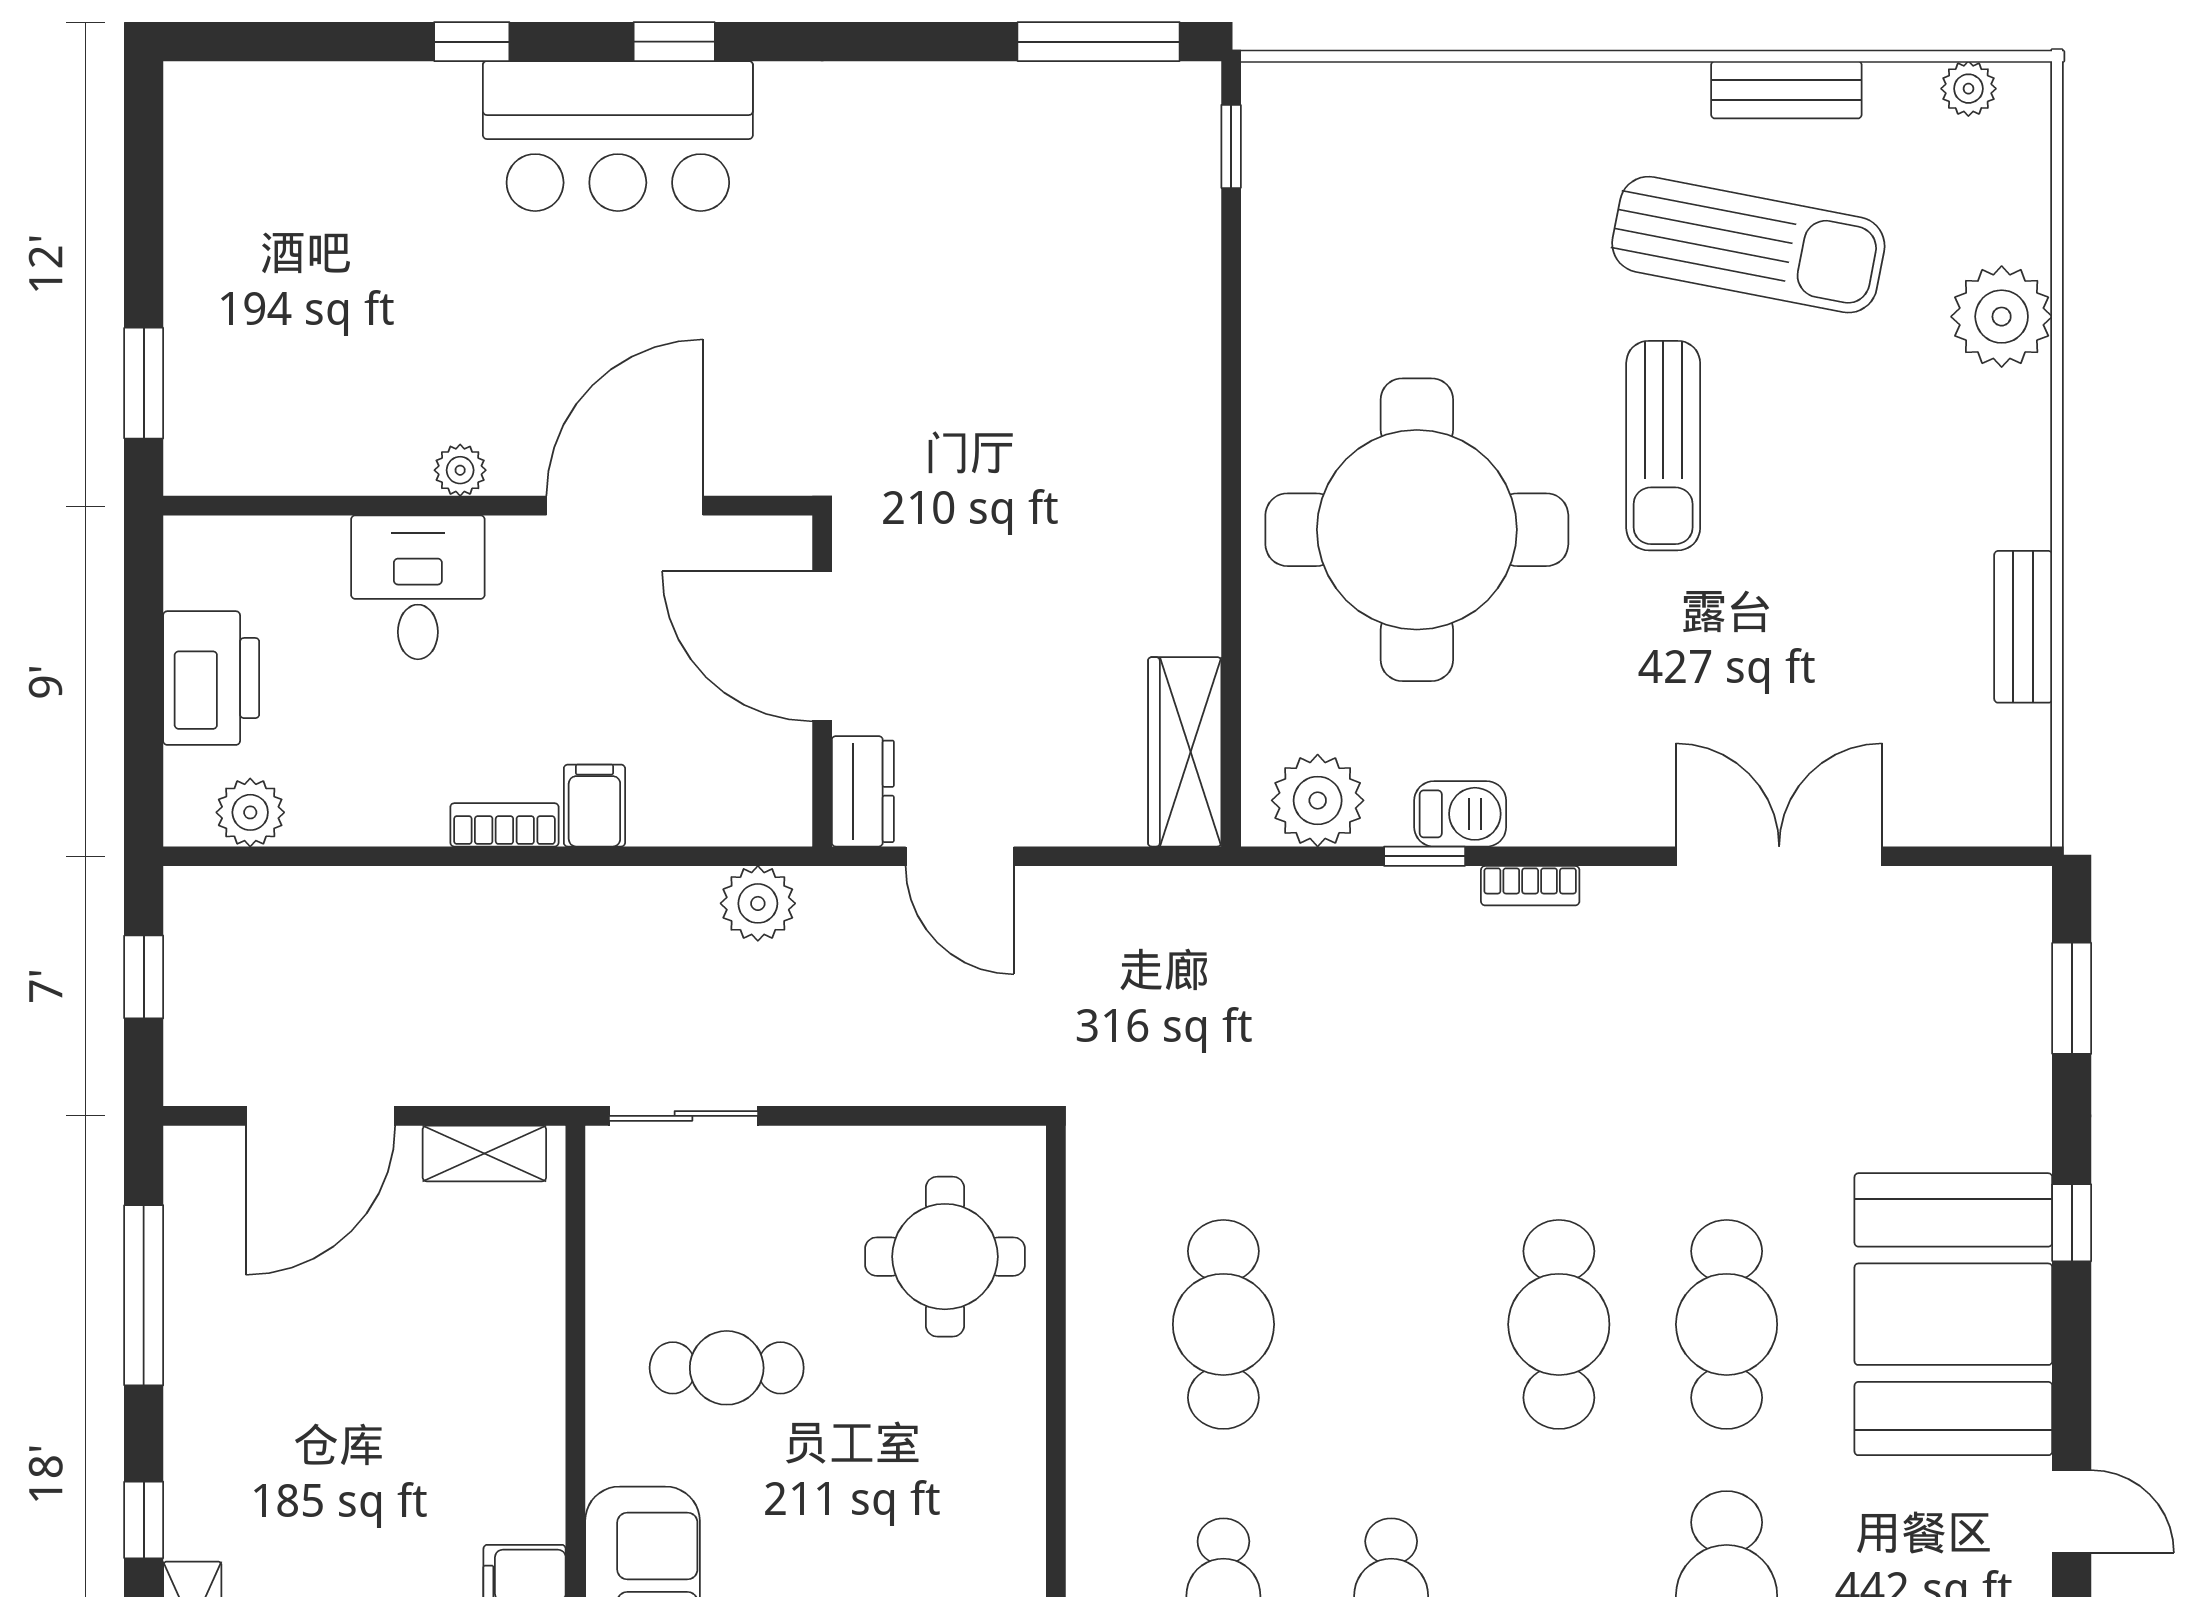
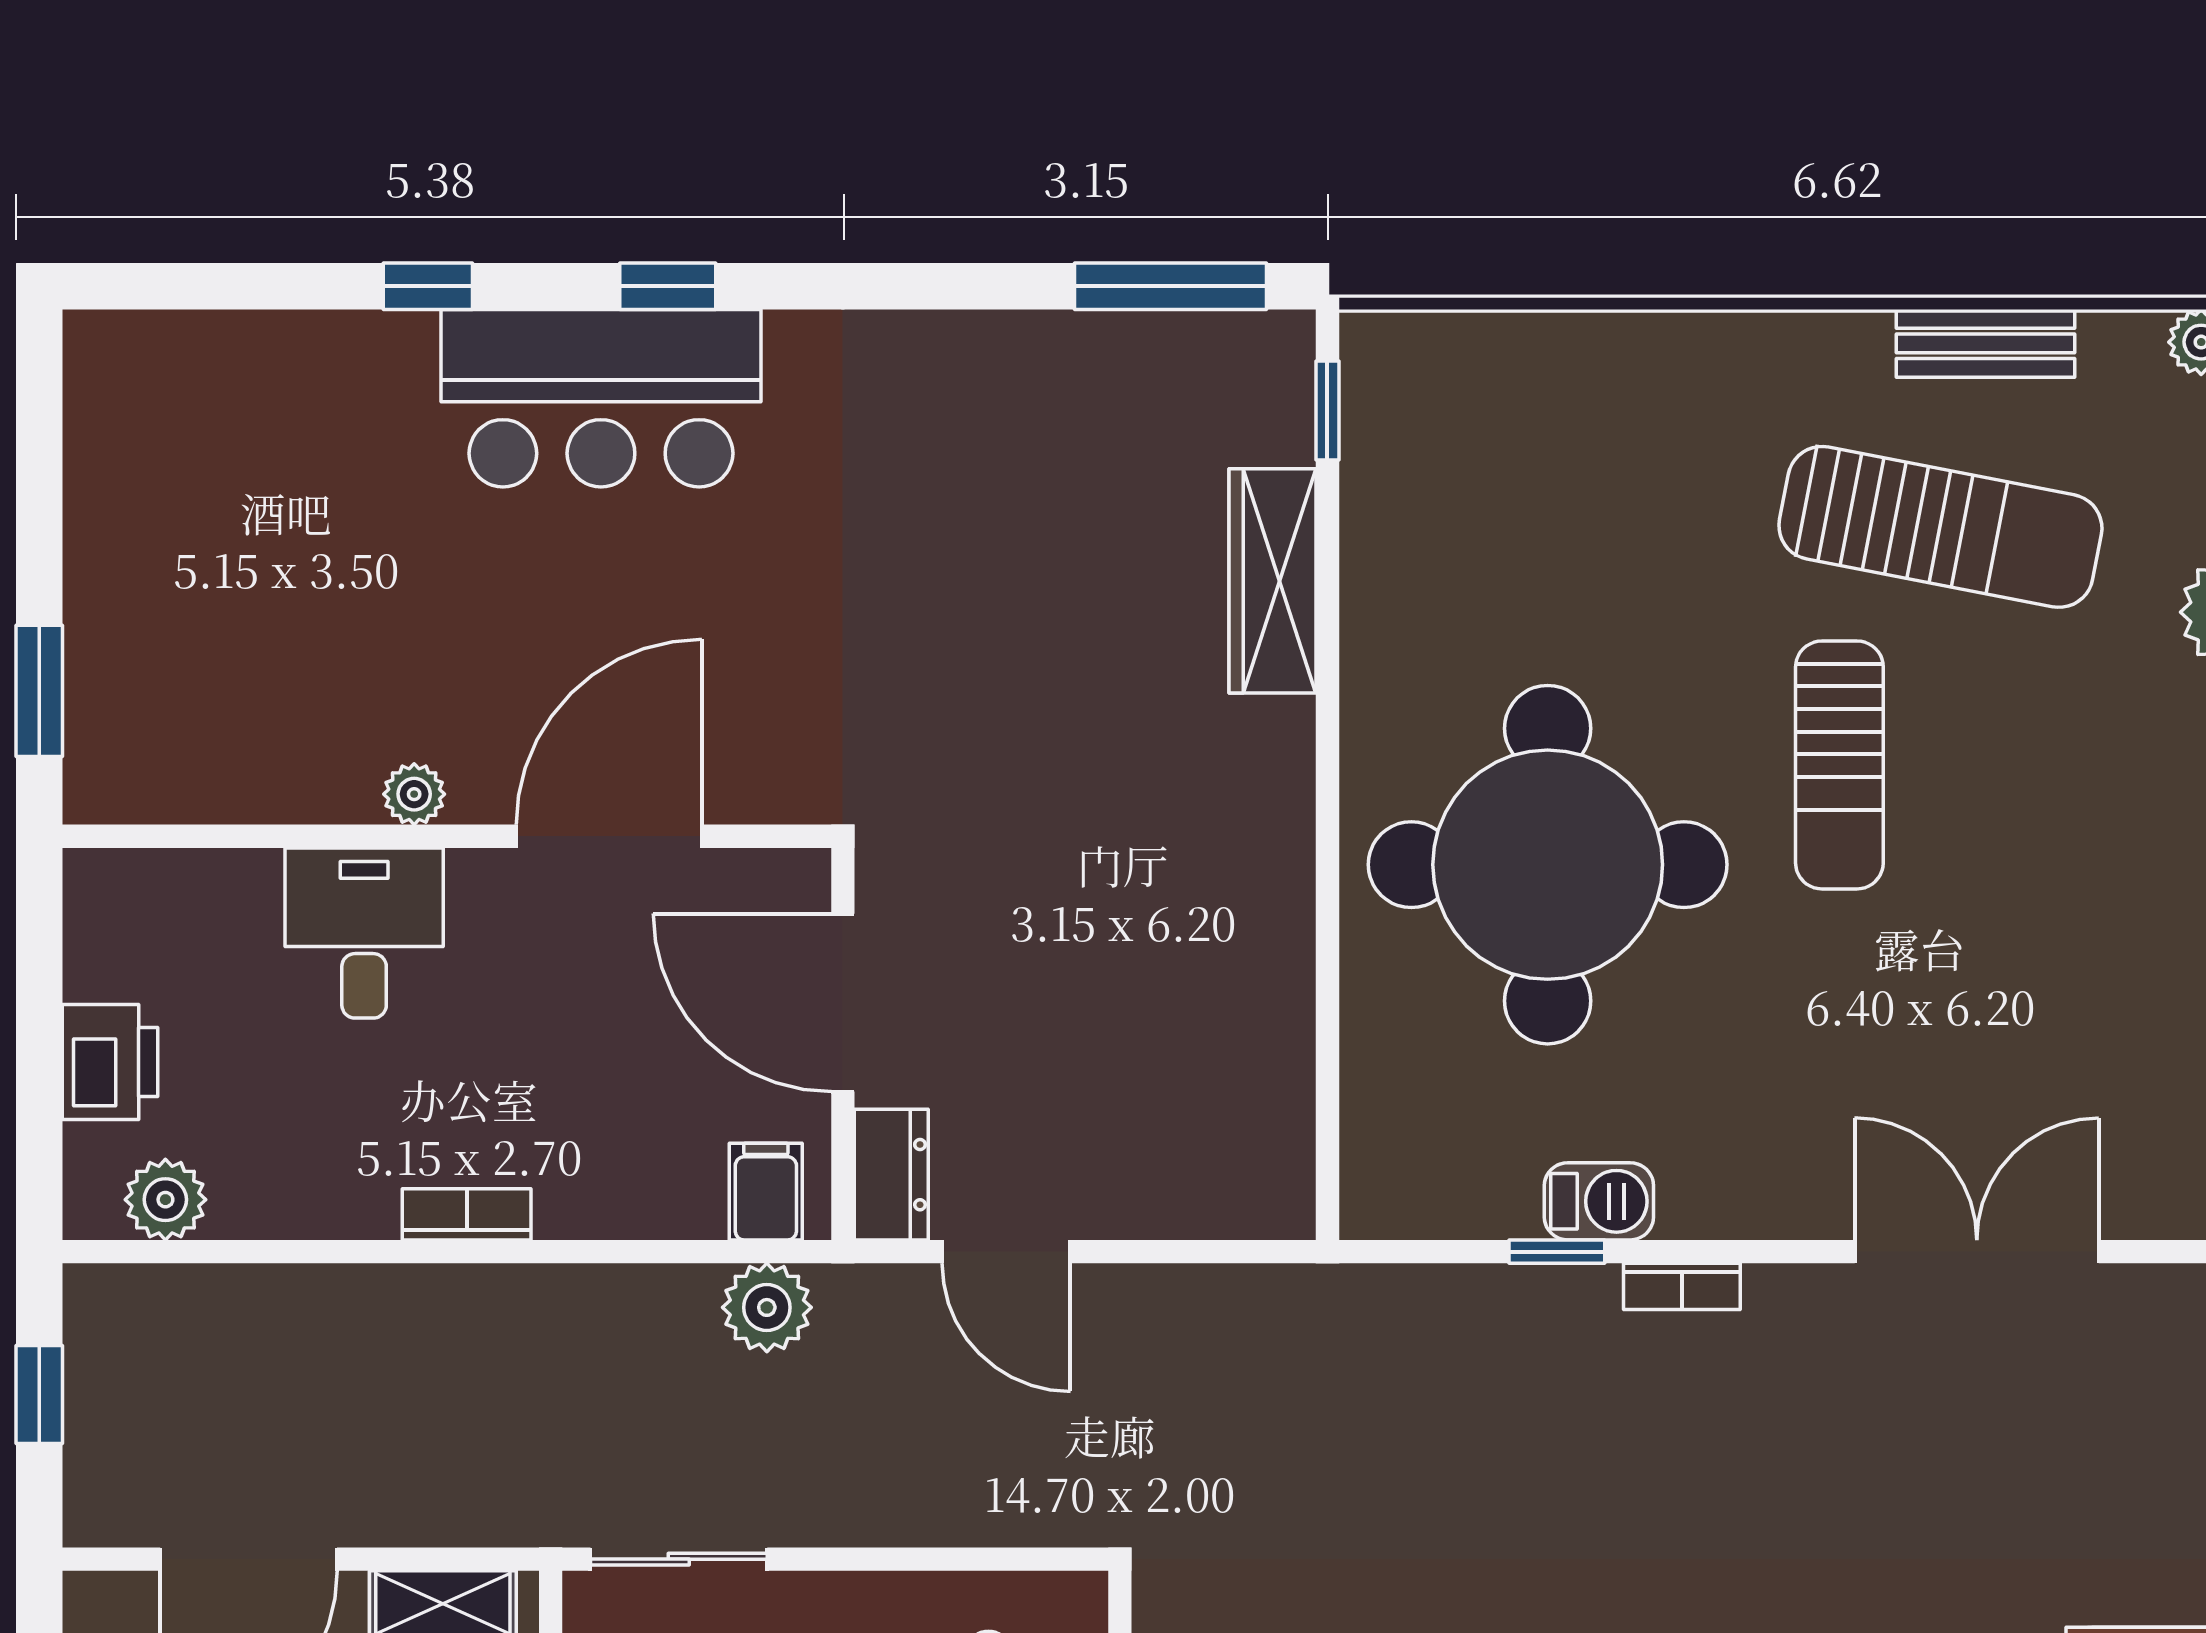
printer: (211, 678) -> (110, 1062), width x0.73, depth x0.84
wardrobe: (1185, 752) -> (1273, 581), moved
plant: (1318, 800) -> (1430, 1185), removed
filing cabinet: (594, 806) -> (766, 1192), moved

